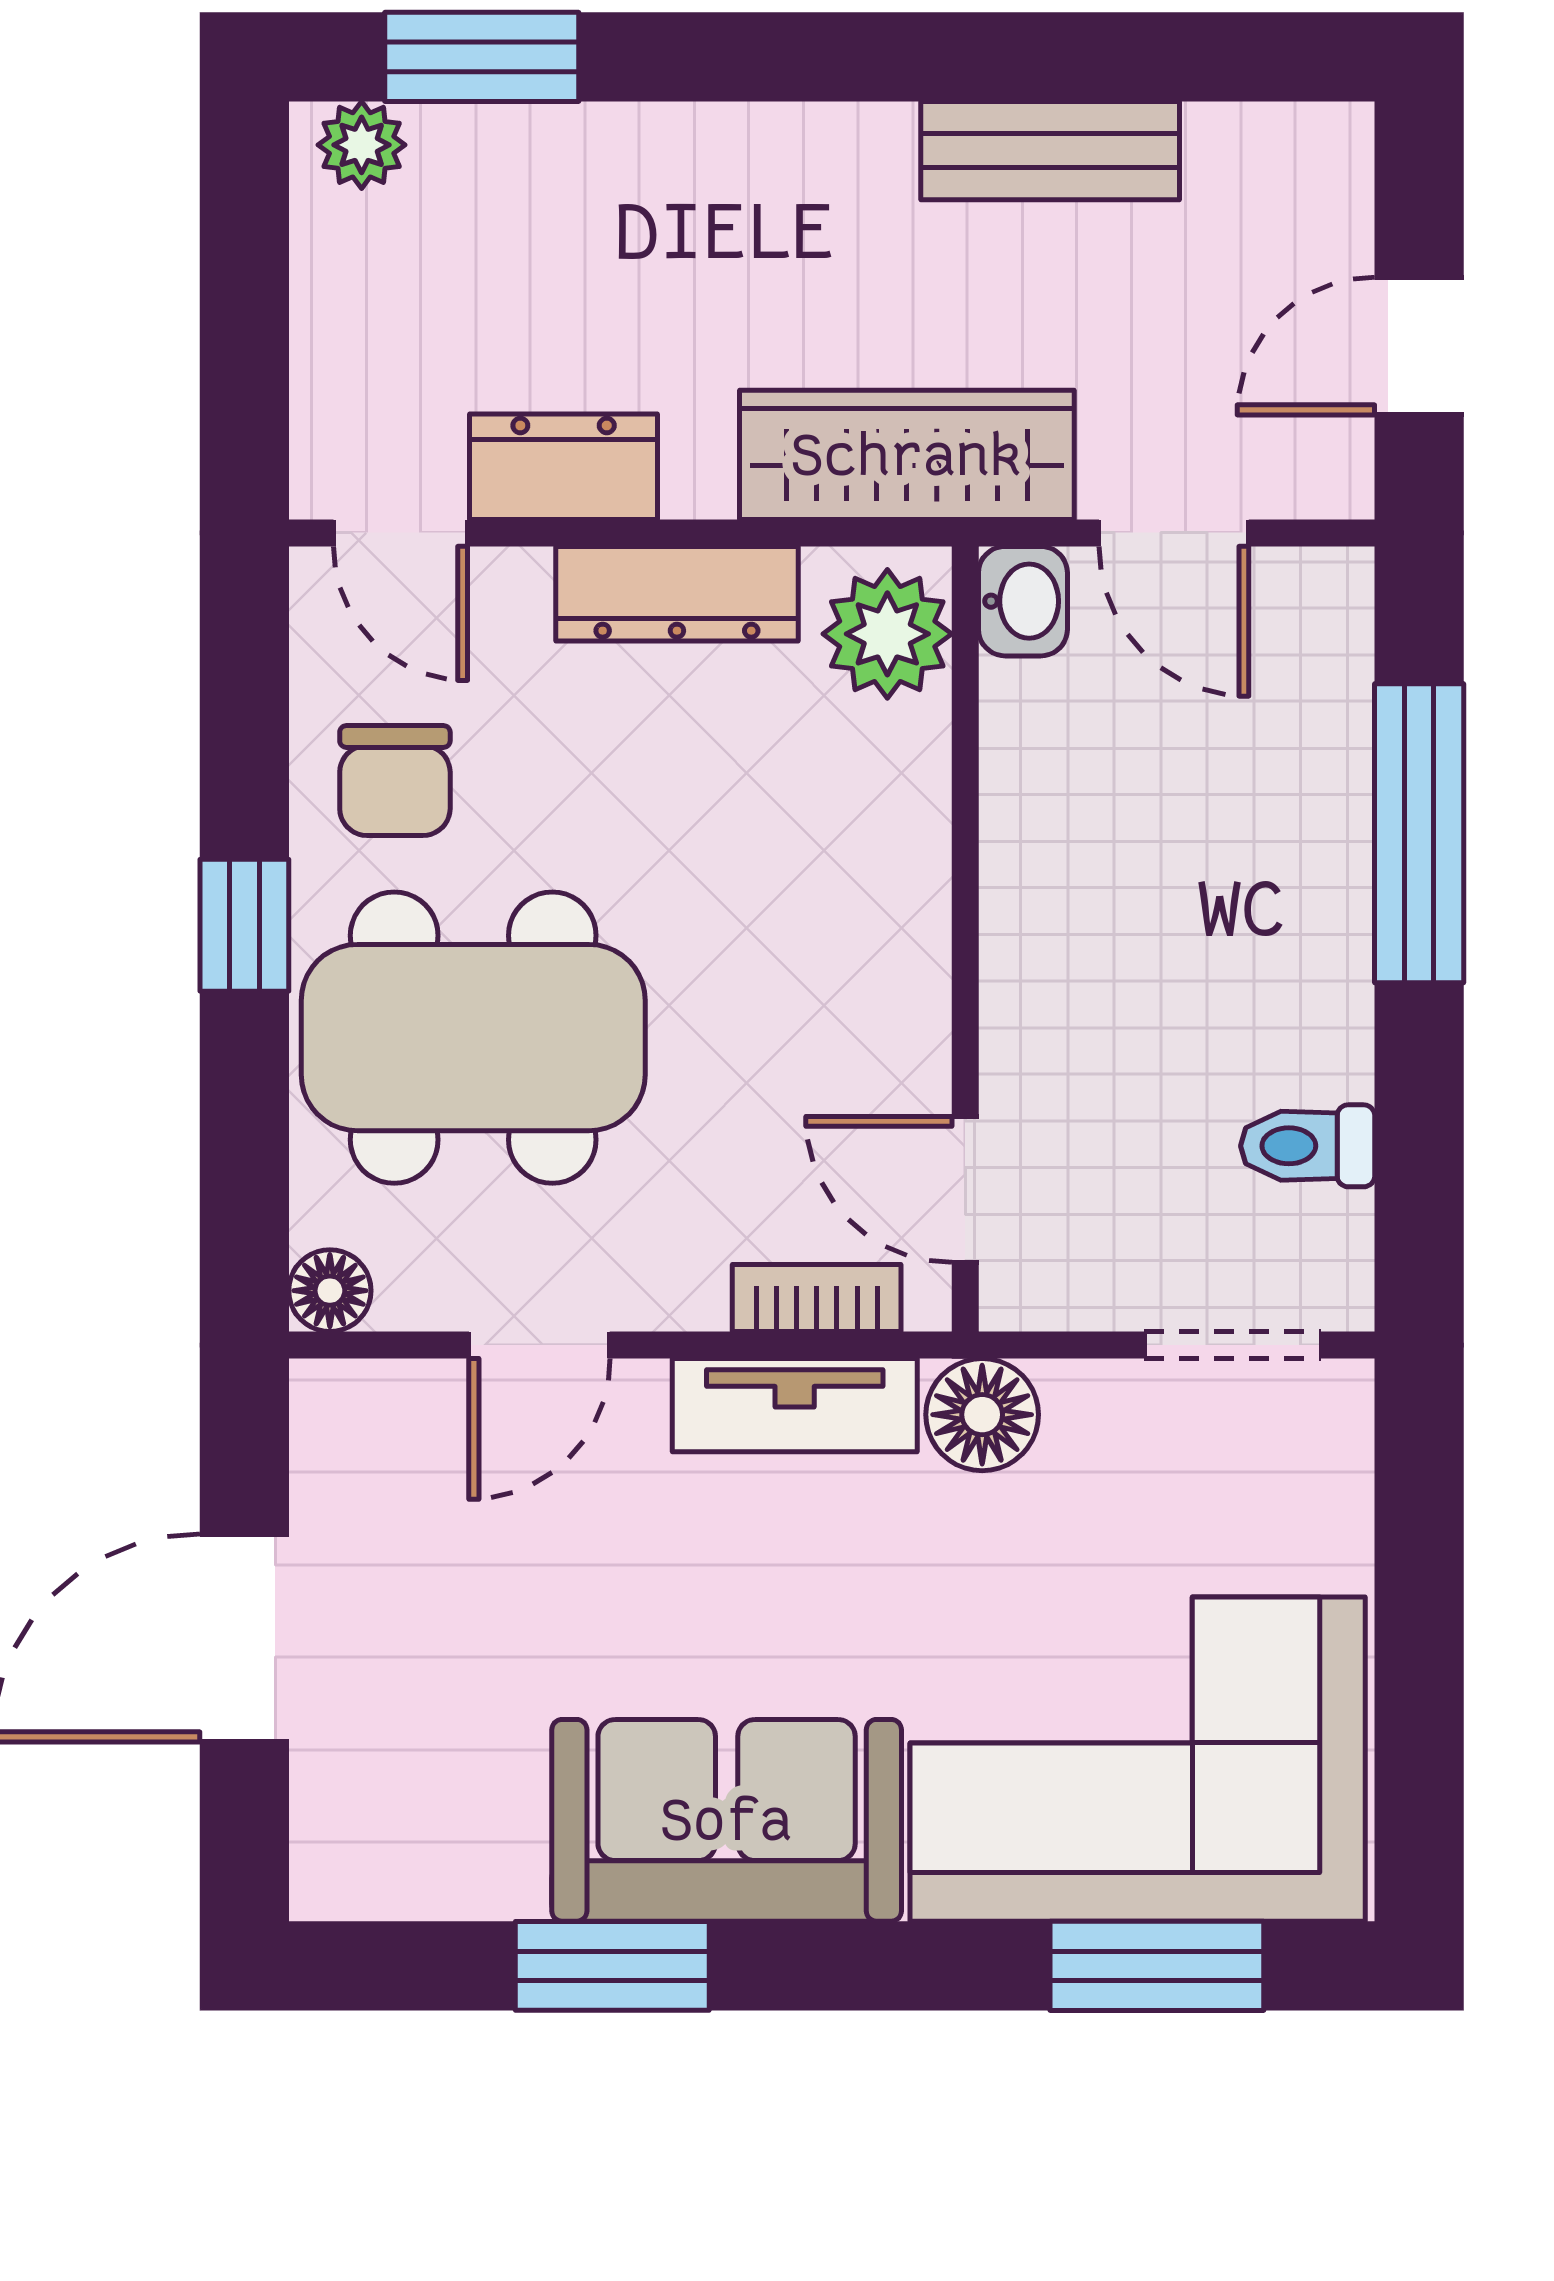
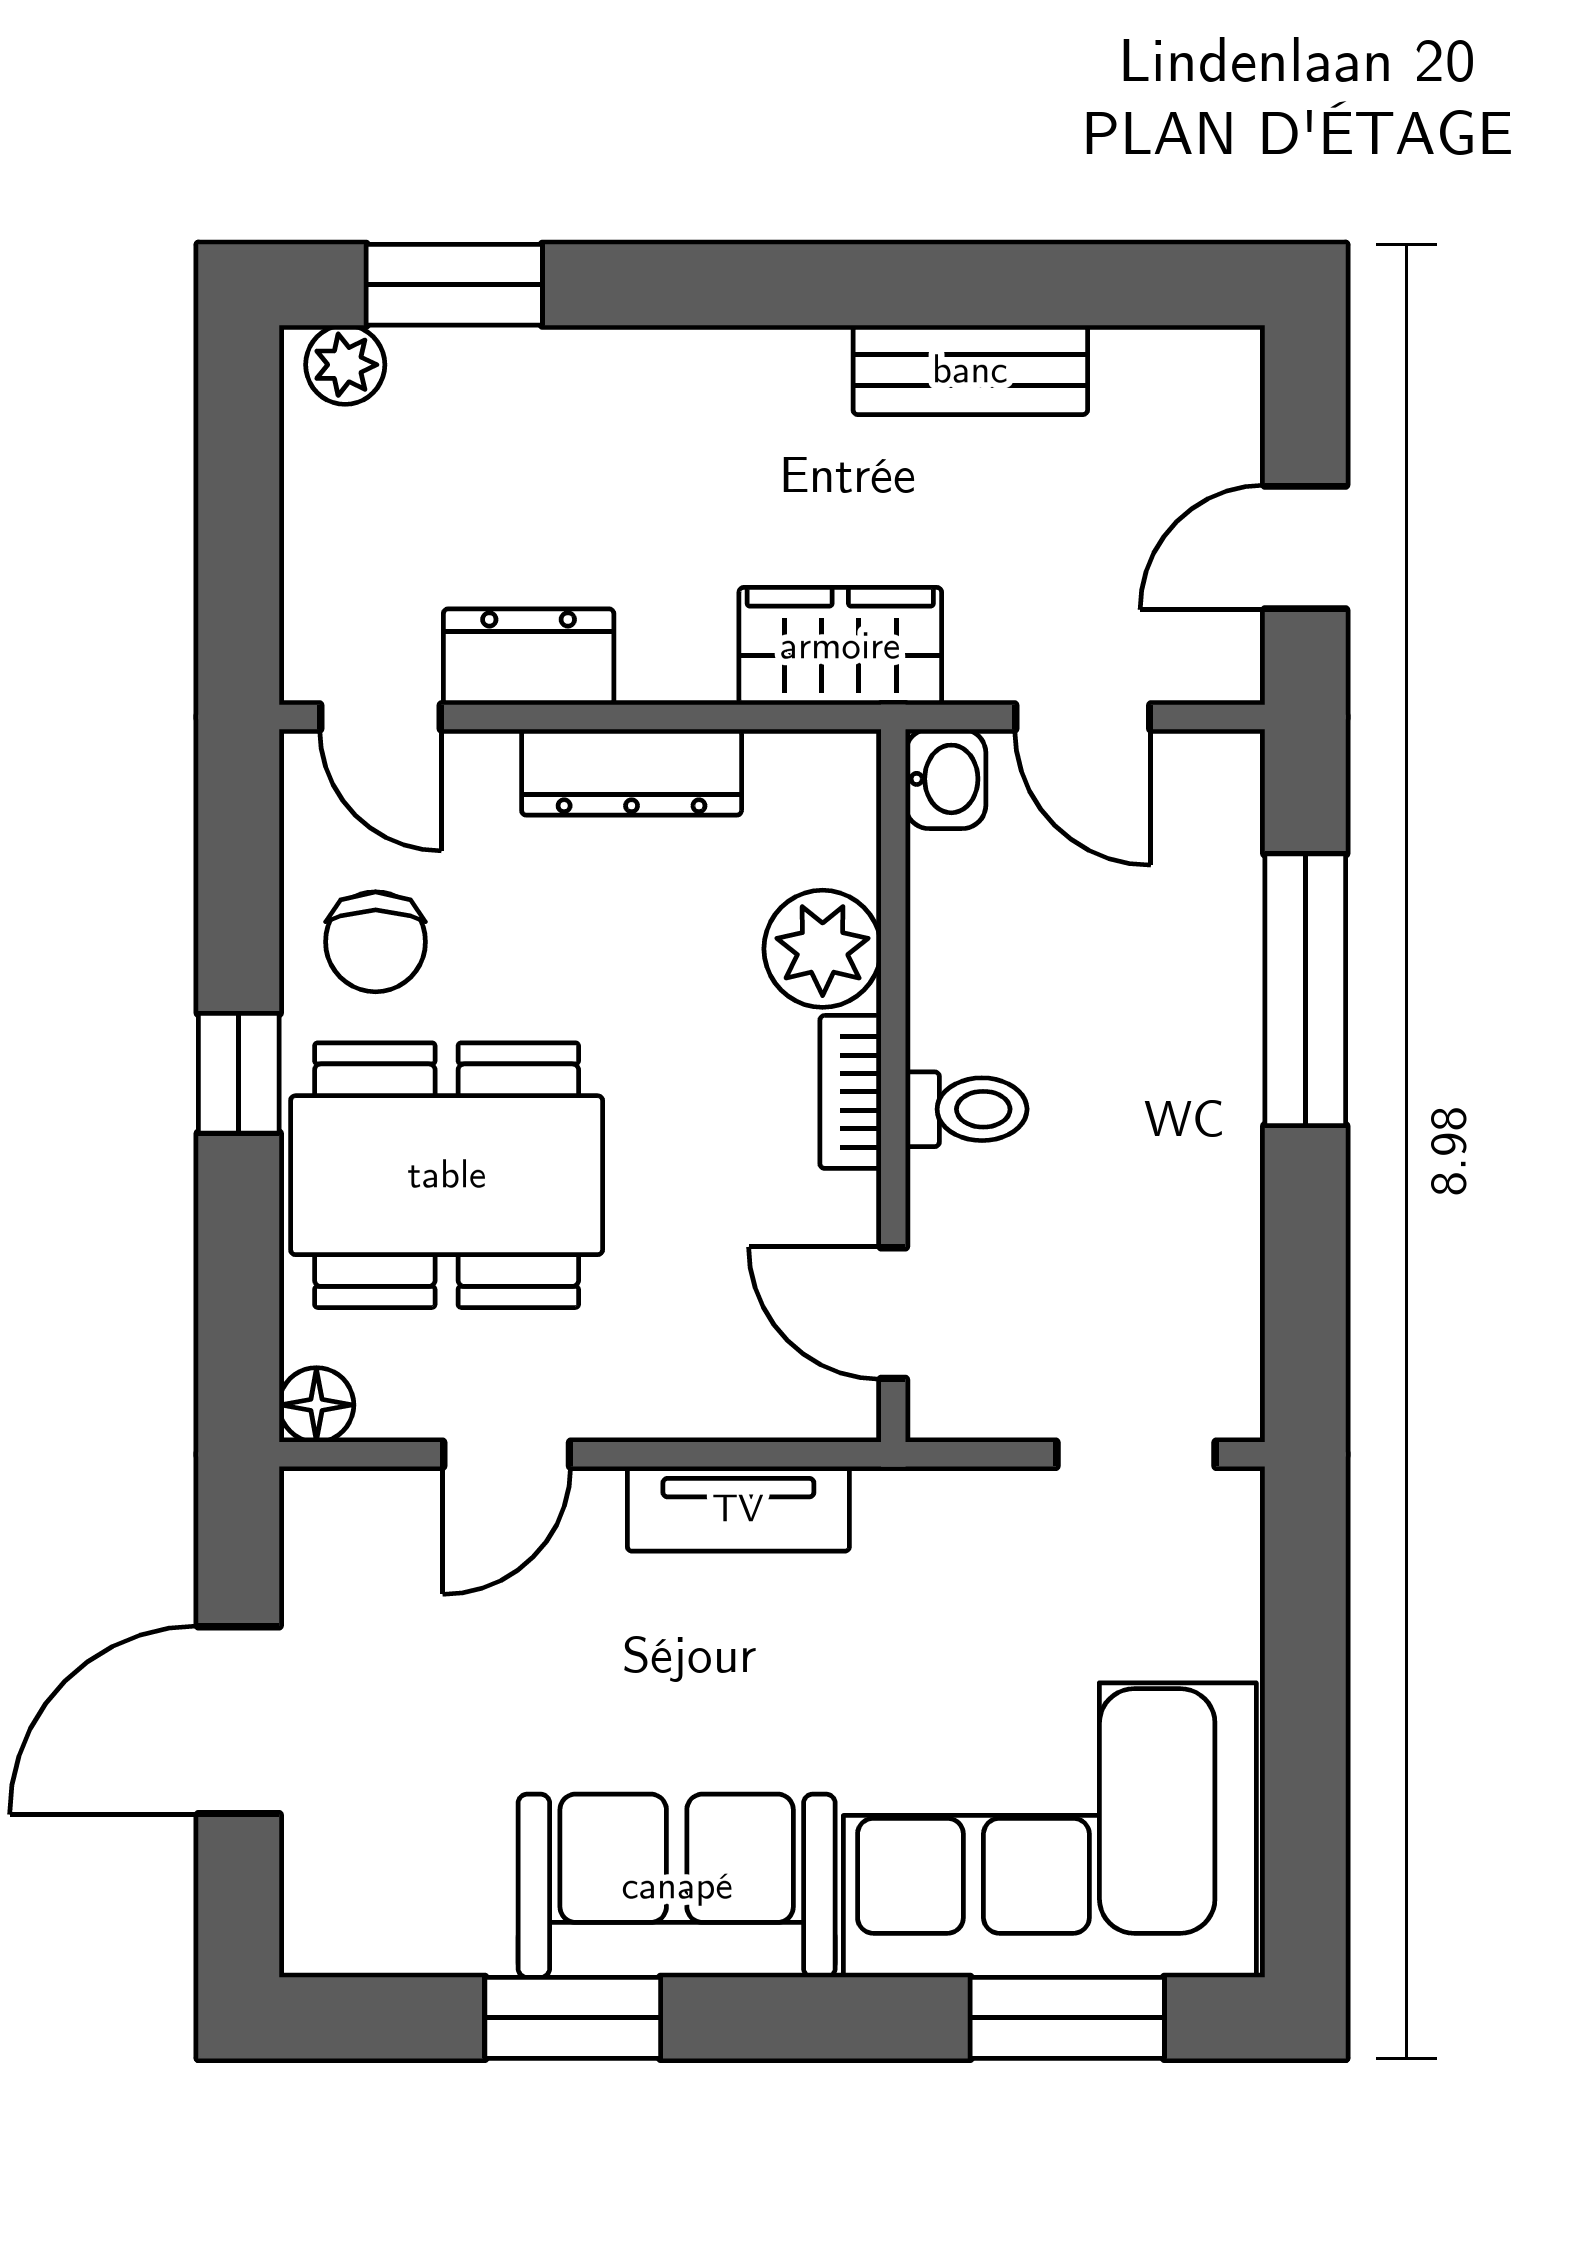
wardrobe: (907, 455) -> (840, 646), width x0.67
plant: (887, 634) -> (823, 949), moved
toilet: (1308, 1146) -> (966, 1109), moved, turned 180
bookcase: (817, 1298) -> (851, 1092), moved, turned -90
floor lamp: (982, 1415) -> (909, 1517), removed

